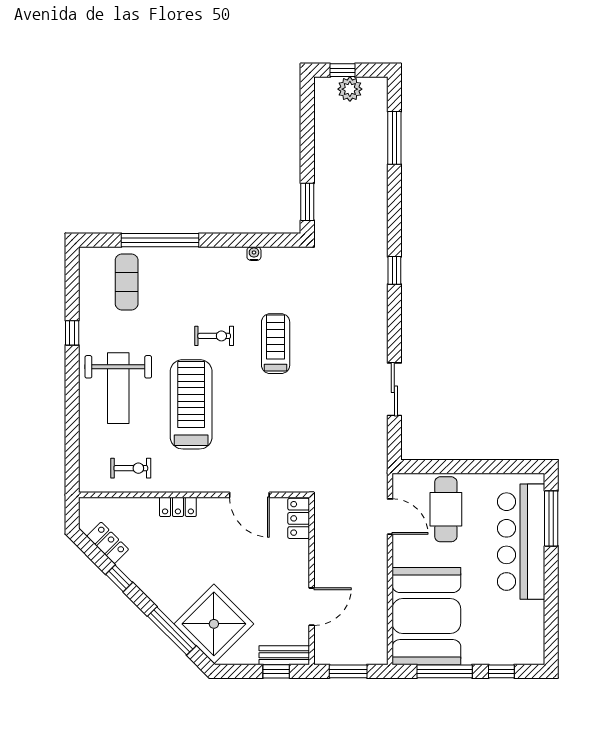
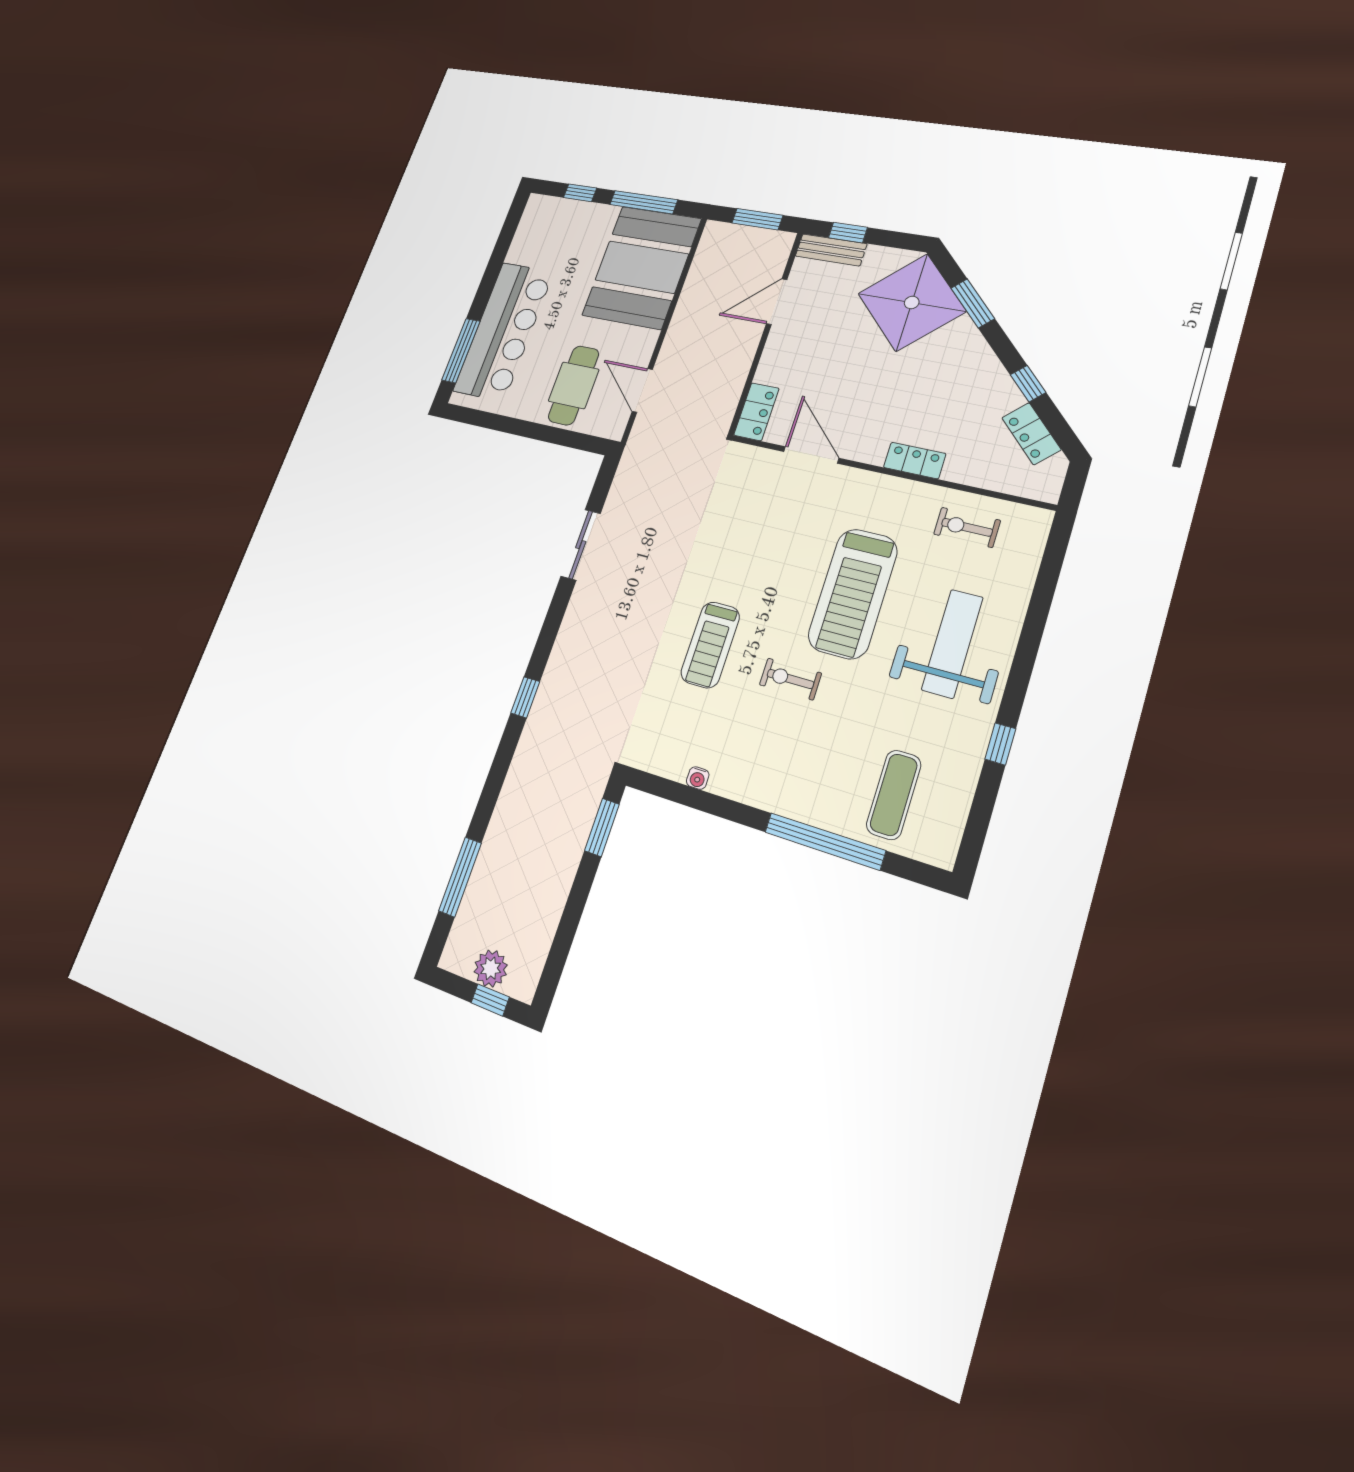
window: (172, 631) -> (973, 303), width x0.69

